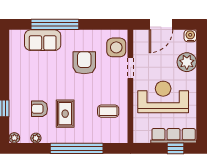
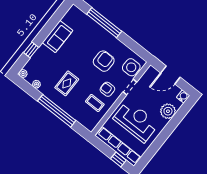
sofa: (43, 40) -> (57, 37), moved, turned -90
armchair: (40, 109) -> (107, 89), moved
row of seats: (174, 136) -> (118, 147), width x1.36

